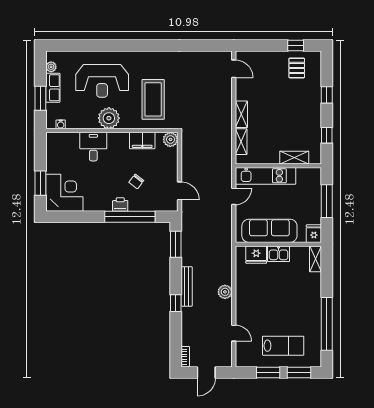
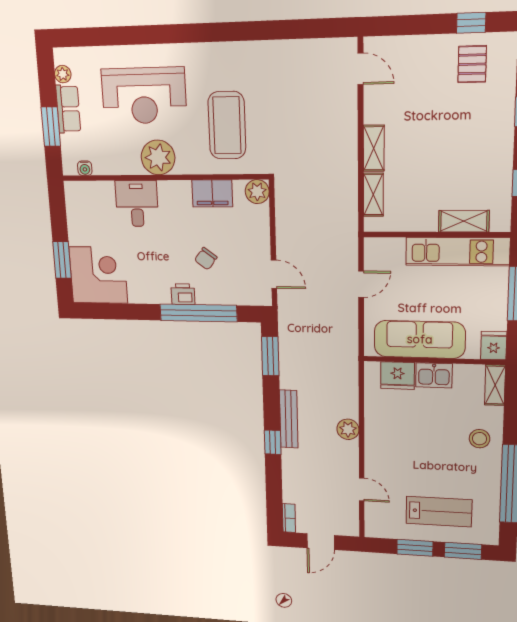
kitchen unit: (265, 176) -> (458, 252), moved
stool: (307, 294) -> (480, 439), added

